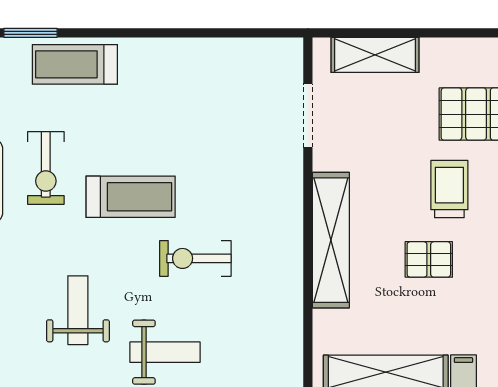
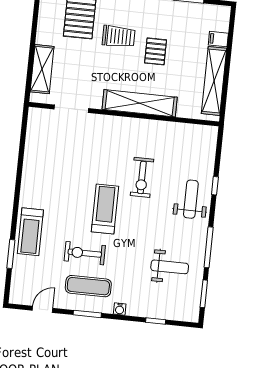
exercise bike: (46, 168) -> (85, 253), turned 180
trolley: (449, 189) -> (119, 36), turned 180
weight bench: (78, 310) -> (170, 267), moved, turned 180

